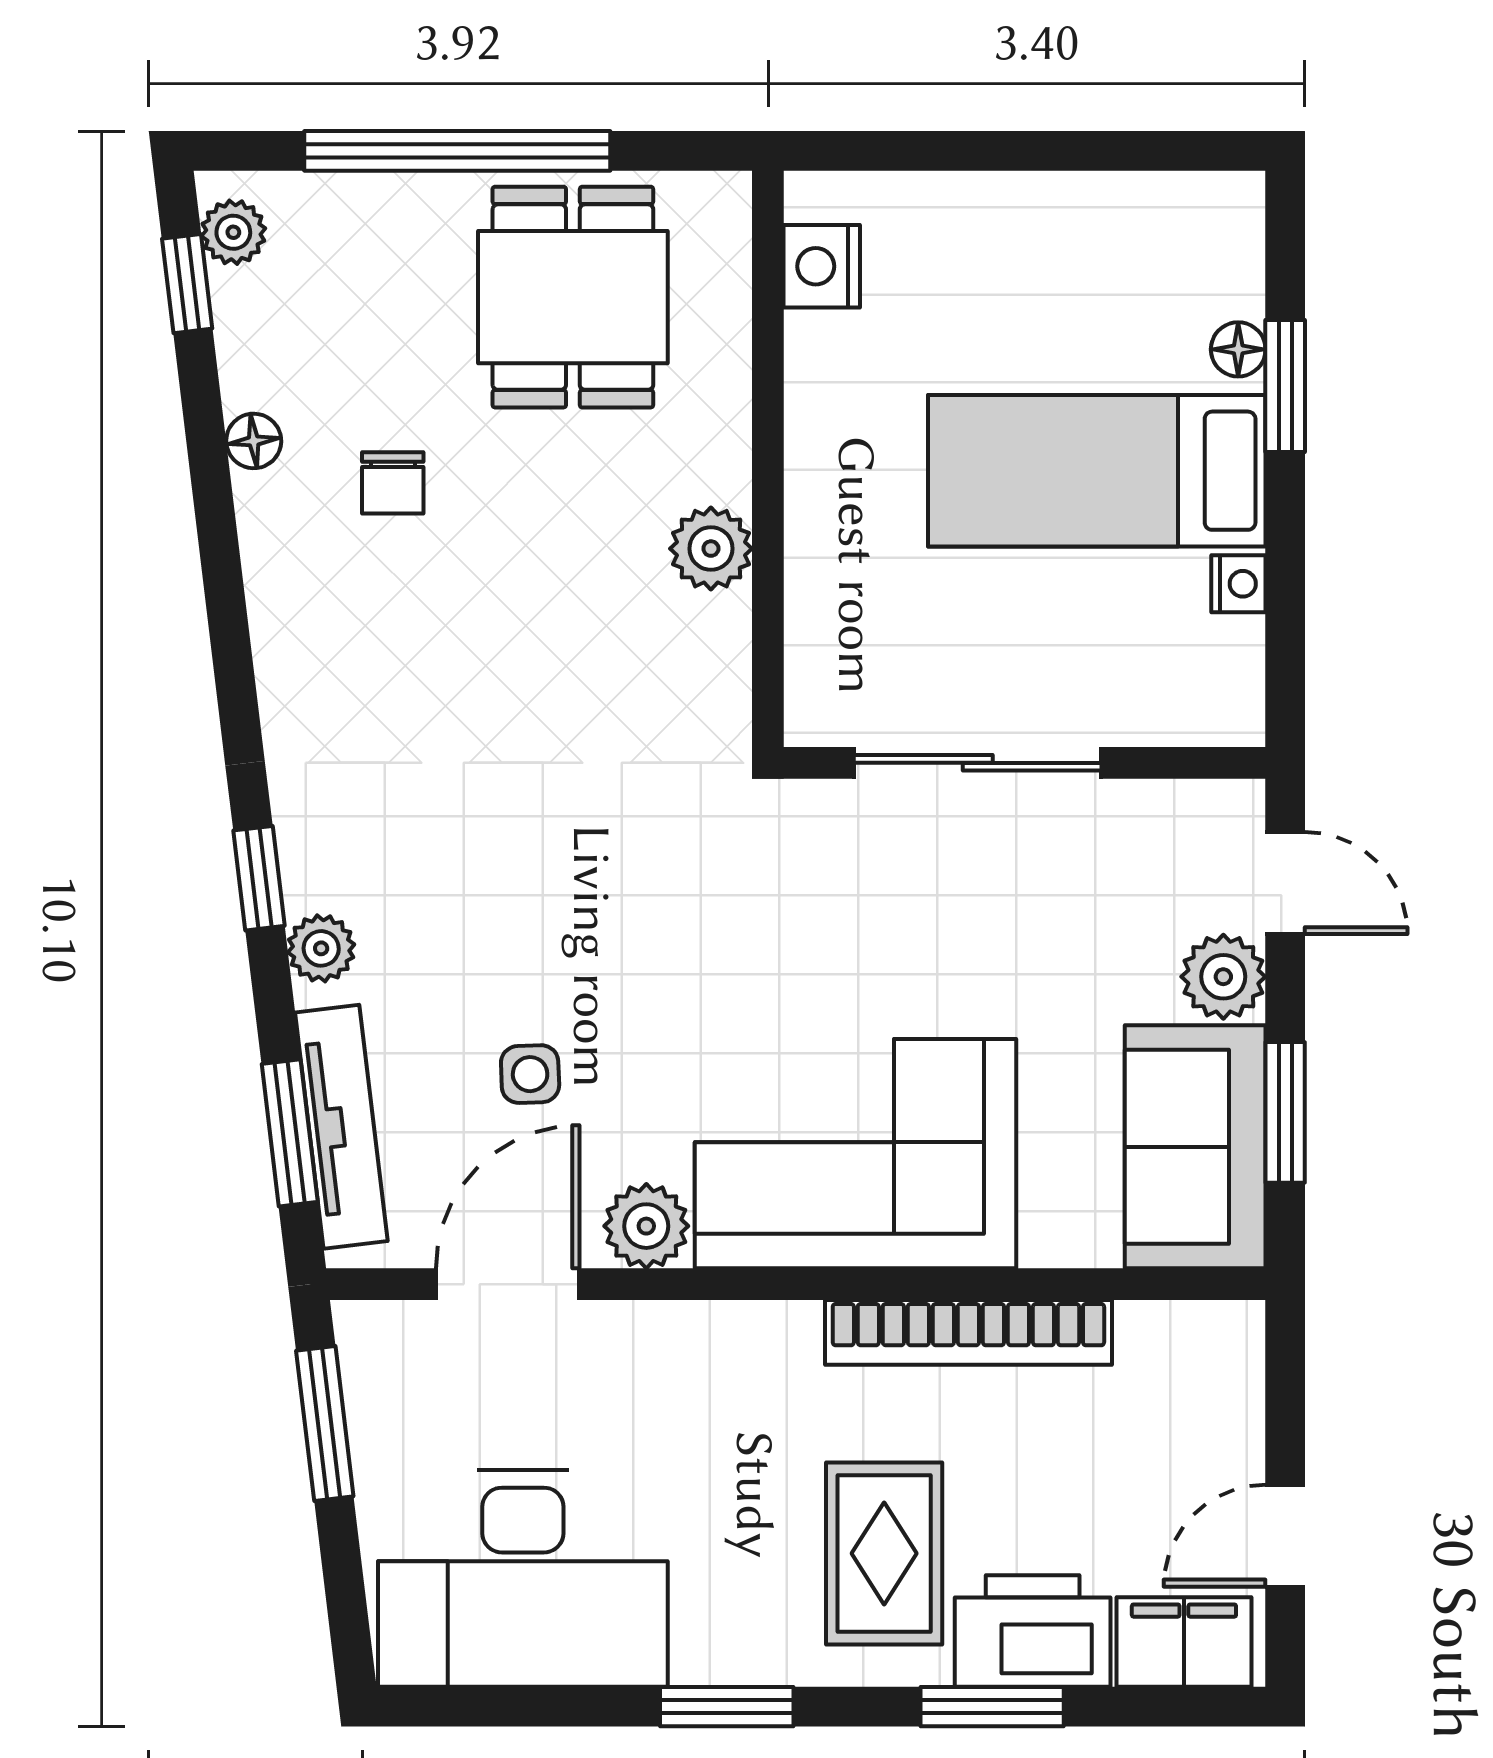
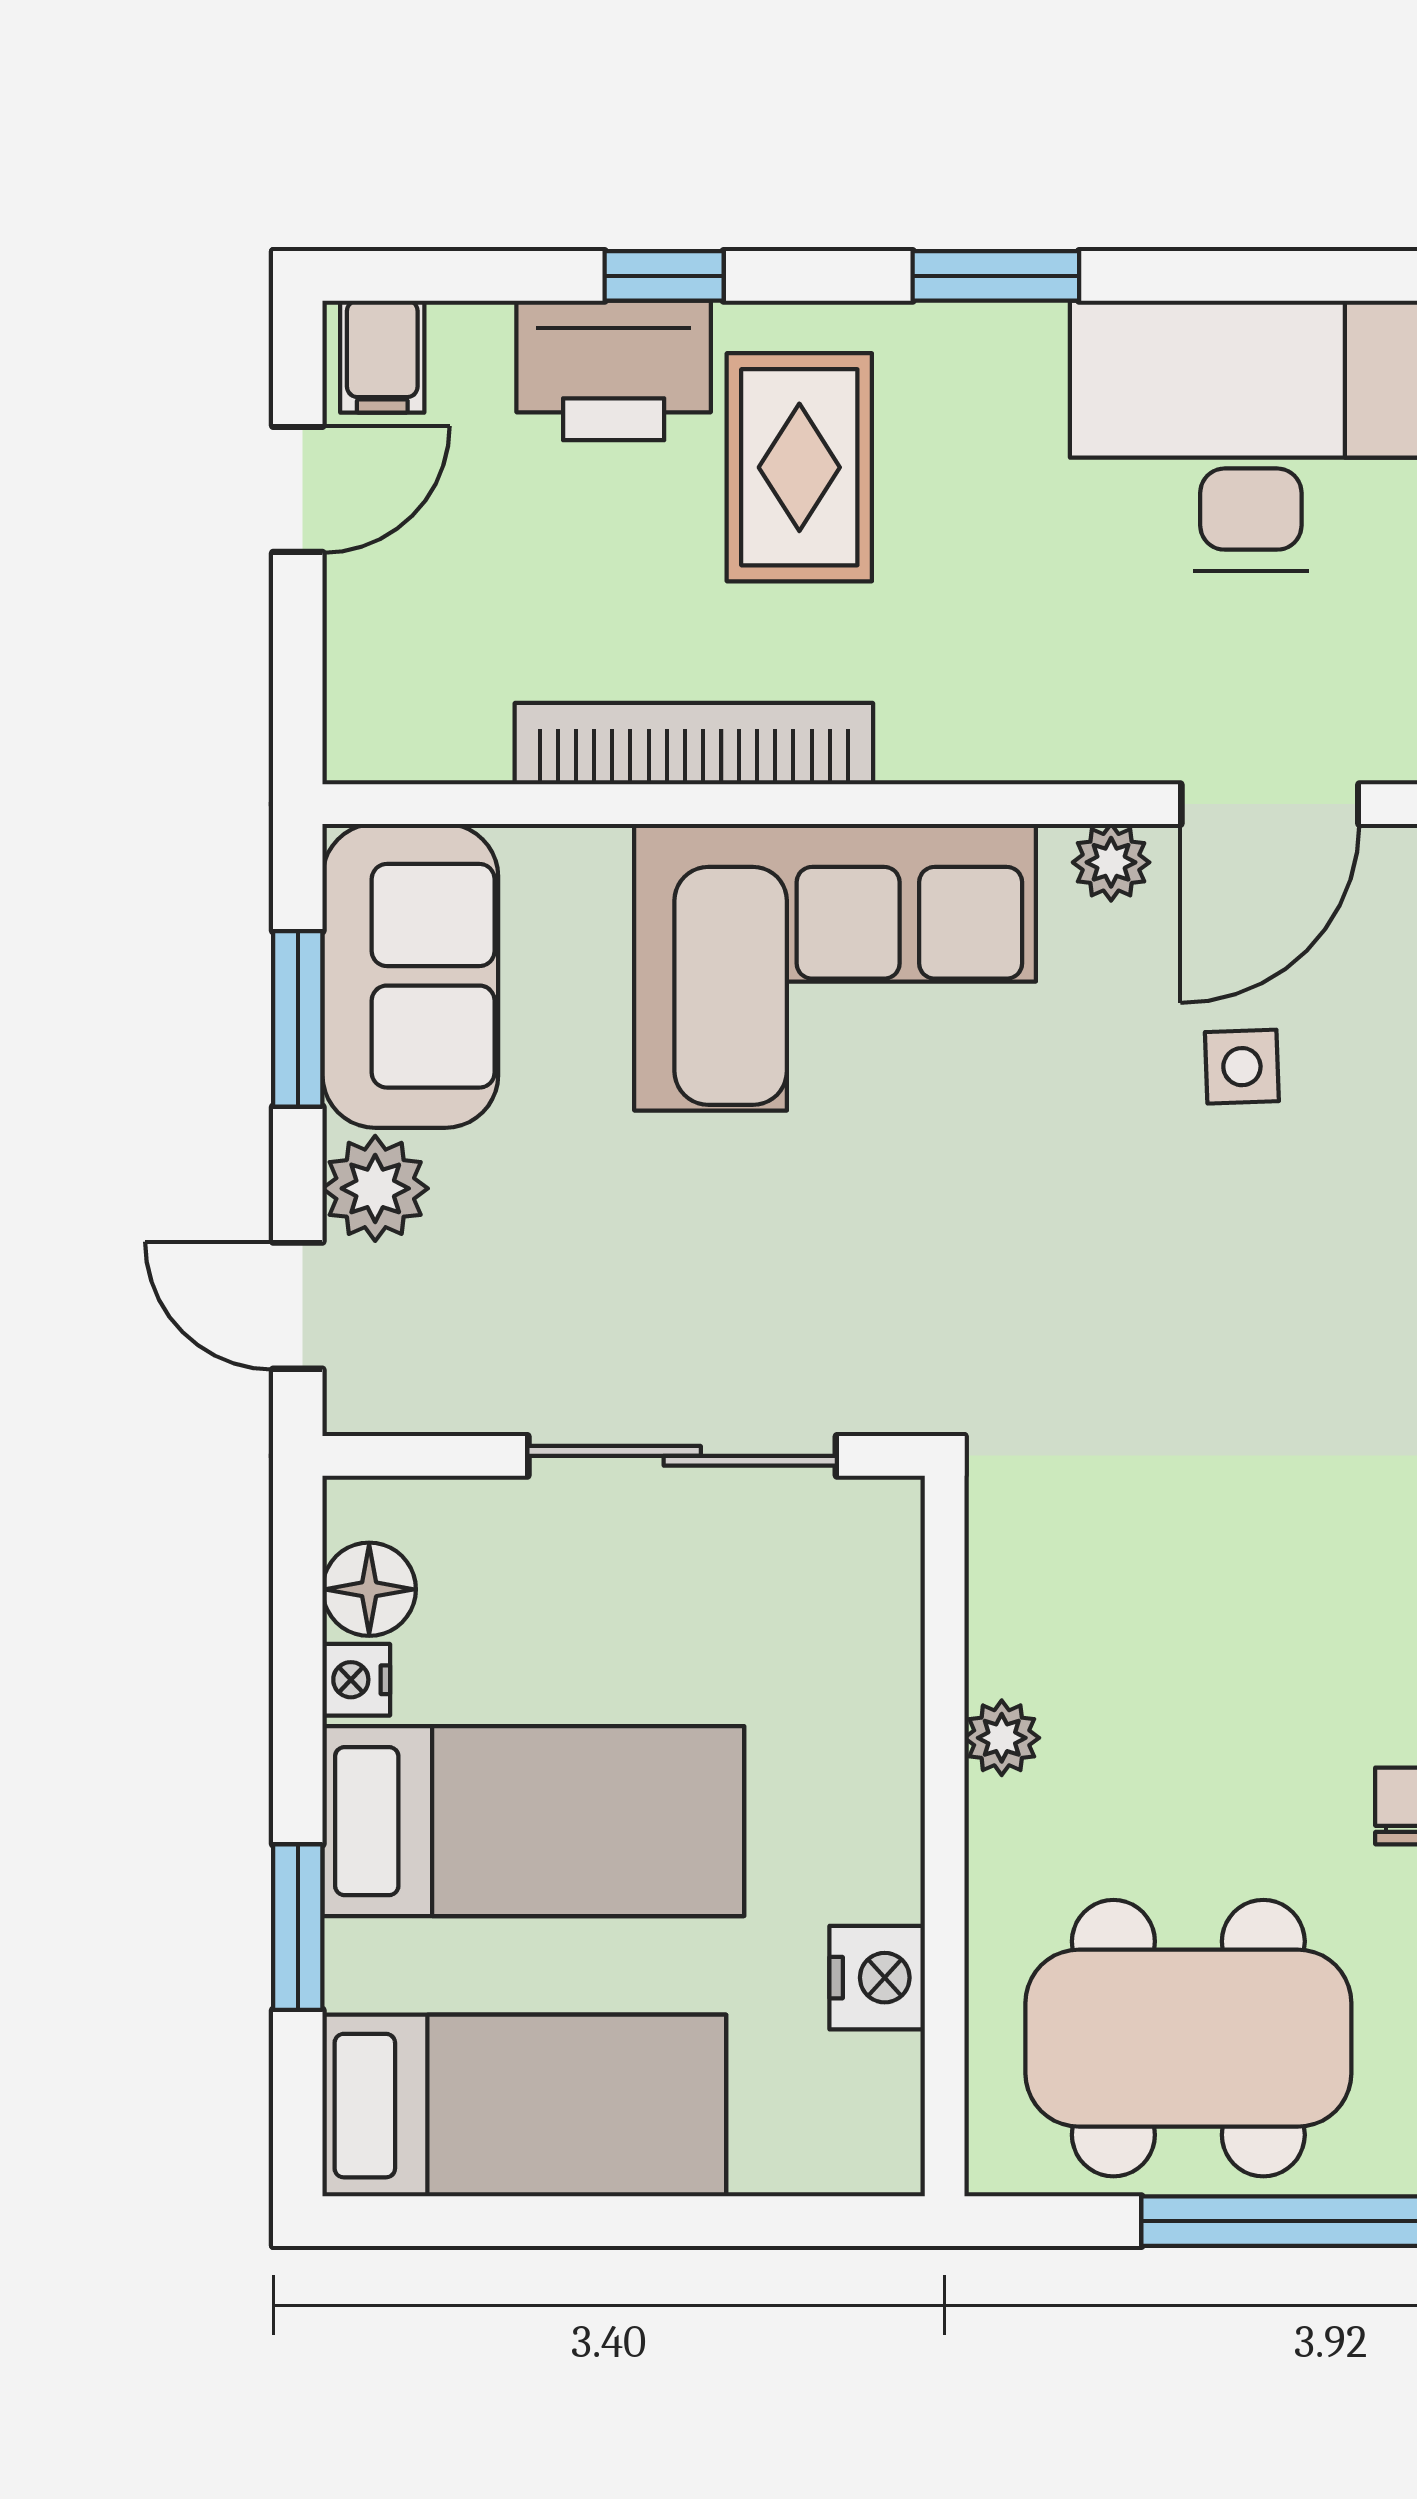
bed: (1104, 243) -> (524, 2106), added
nightstand: (822, 266) -> (877, 1978), moved
dining table: (573, 297) -> (1188, 2038), width x1.38
floor lamp: (1238, 349) -> (369, 1589), moved, width x1.37, depth x1.37
plant: (711, 549) -> (1002, 1738), width x0.73, depth x0.73
plant: (646, 1226) -> (1111, 862), width x0.73, depth x0.73
filing cabinet: (1184, 1642) -> (382, 357), width x0.50
window: (992, 1707) -> (664, 276), width x0.67

